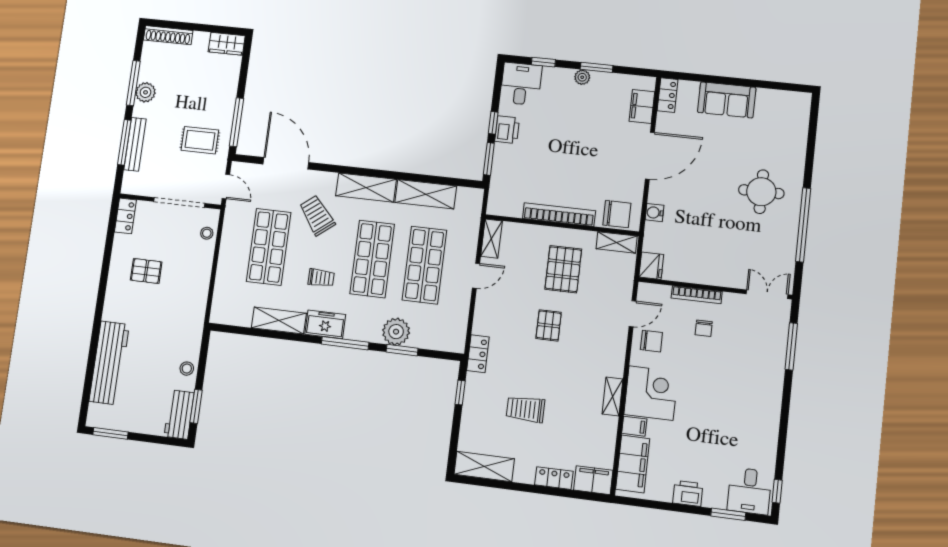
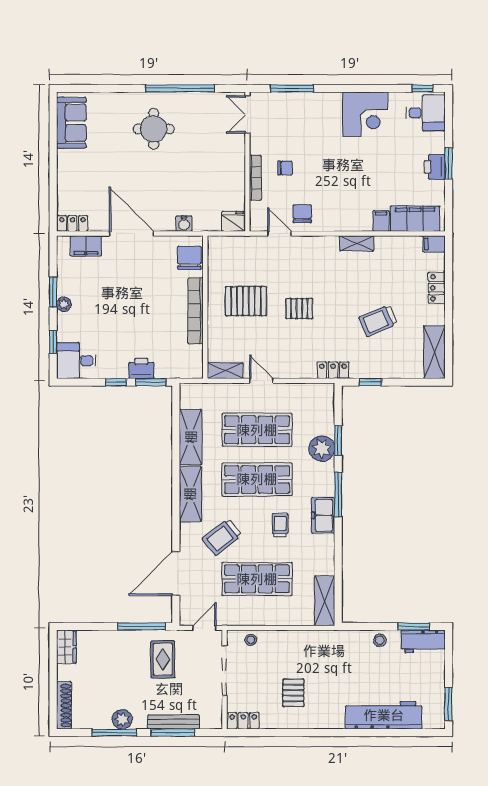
sofa: (727, 100) -> (71, 123), moved
printer: (507, 130) -> (141, 368), moved
shelving: (617, 242) -> (216, 255), removed
shelving: (279, 320) -> (325, 601), moved
corner desk: (651, 393) -> (365, 114), moved, turned 180
trolley: (526, 409) -> (378, 321), turned 67
filing cabinet: (593, 480) -> (434, 244), width x0.50
window: (728, 514) -> (449, 163), moved

